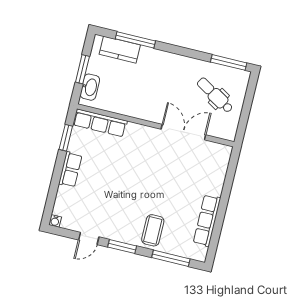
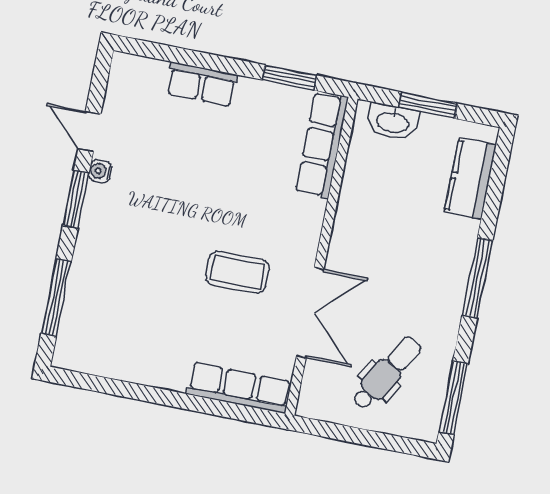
window: (135, 40) -> (477, 278), moved
row of seats: (70, 170) -> (202, 84), moved
water cooler: (55, 221) -> (100, 171), moved
row of seats: (207, 221) -> (239, 388), moved
coffee table: (153, 230) -> (237, 272), moved

